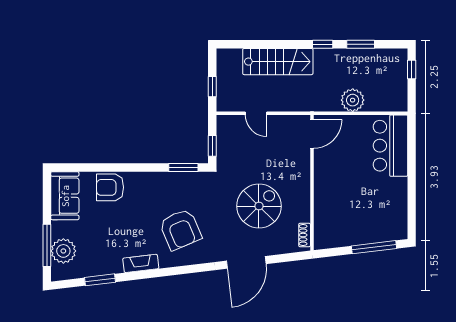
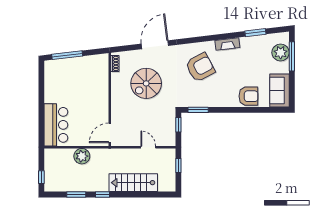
armchair: (180, 230) -> (200, 67), turned 85

